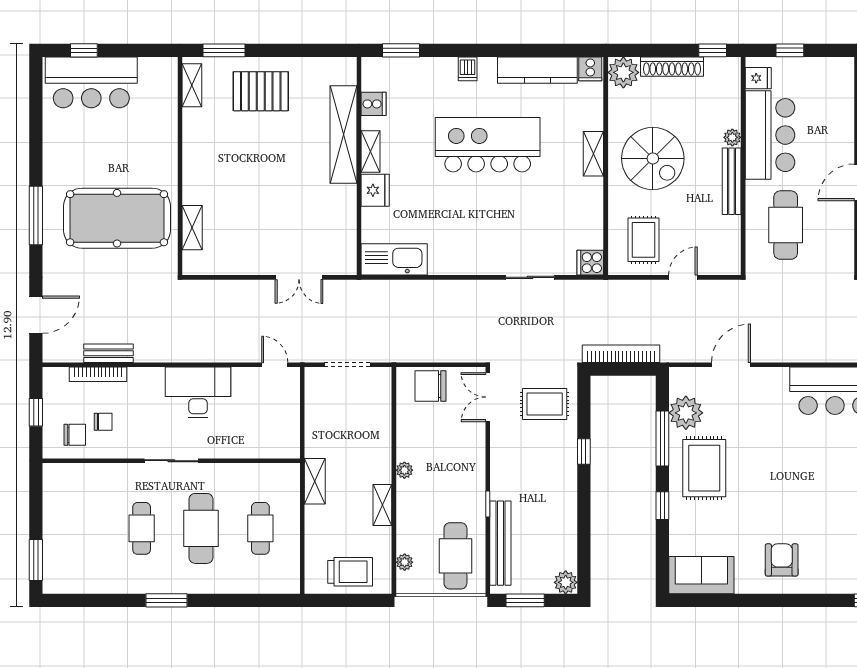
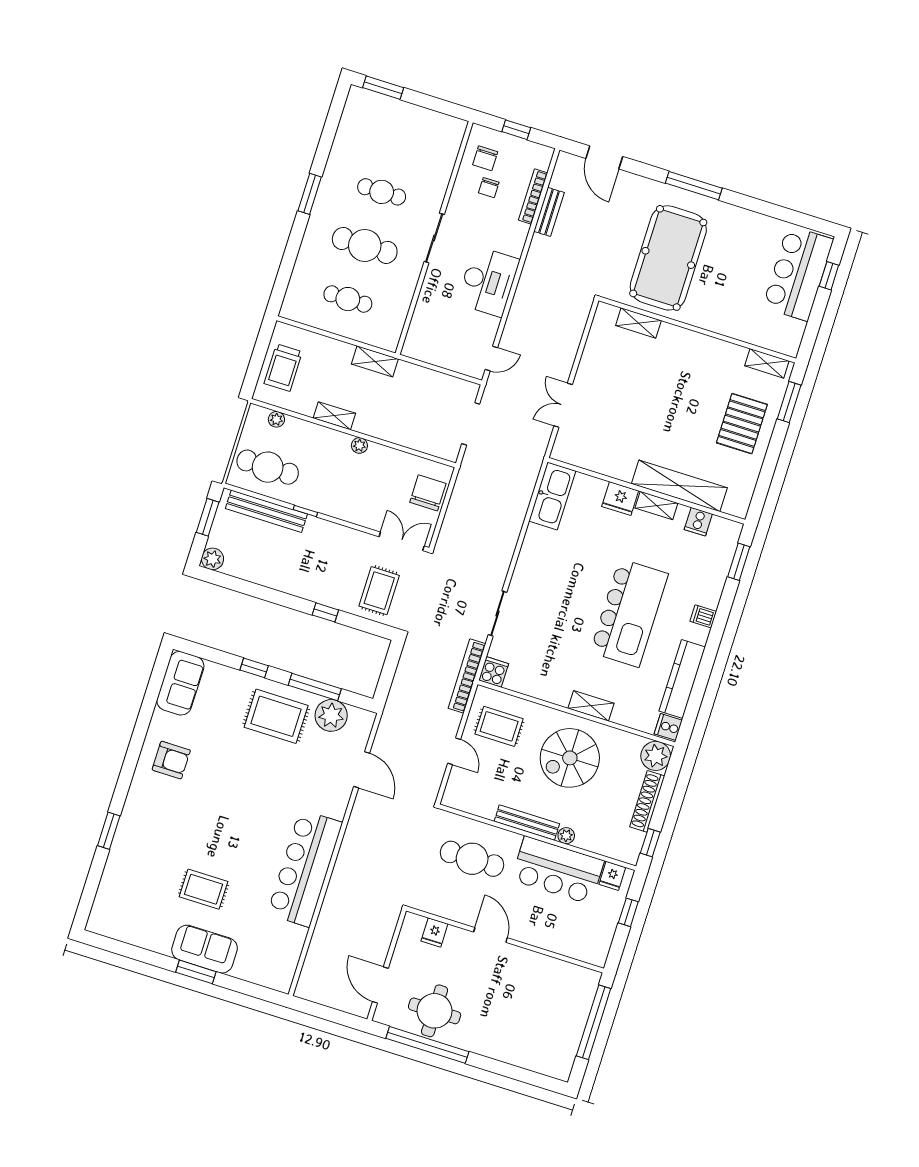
bookcase: (621, 354) -> (467, 676), moved, turned 180

